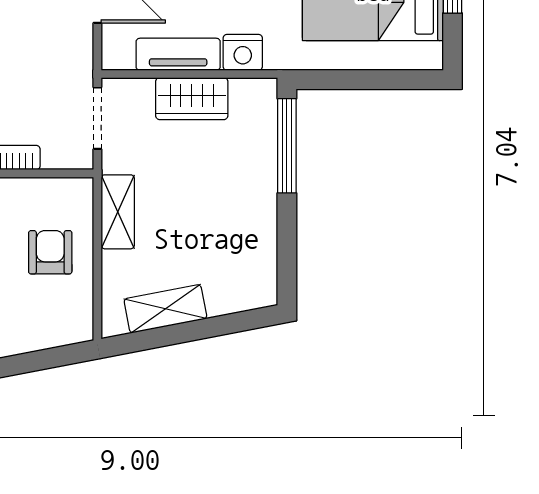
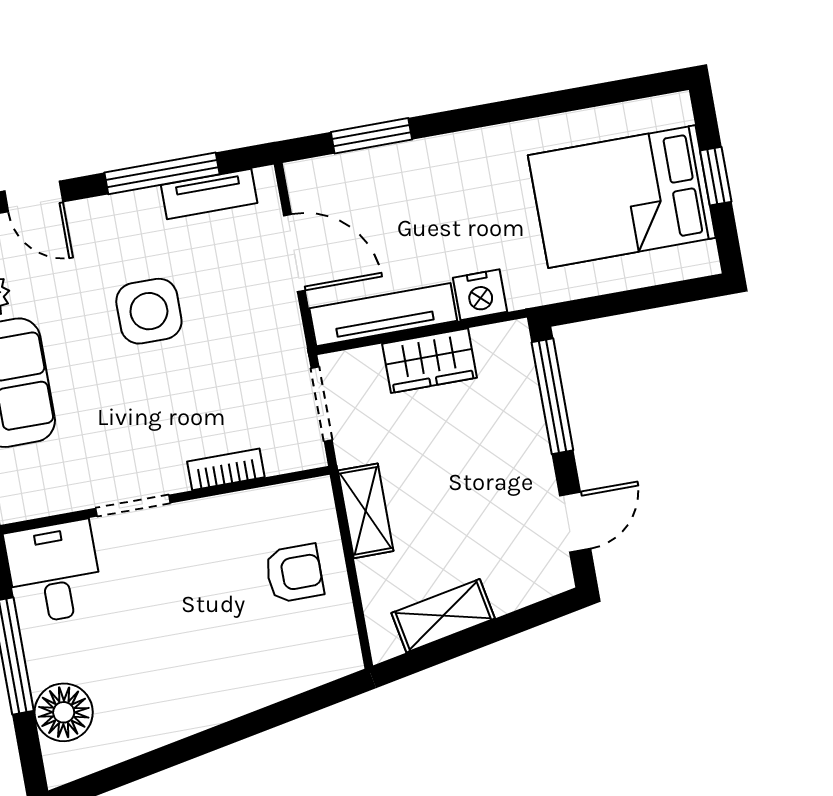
tv unit: (178, 54) -> (383, 315), width x1.41
armchair: (50, 252) -> (294, 573), turned 90
door: (287, 252) -> (575, 522), added

